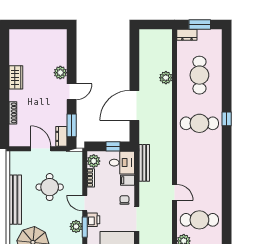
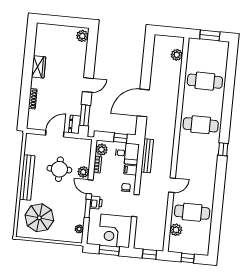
dresser: (187, 35) -> (197, 44), removed
plant: (60, 73) -> (82, 36), moved
cafe table: (199, 75) -> (205, 81), turned 90
plant: (166, 78) -> (177, 55), moved
window: (227, 119) -> (223, 149), moved
door: (41, 149) -> (55, 134), hinge flipped
door: (175, 192) -> (172, 185), hinge flipped
plant: (76, 226) -> (83, 172), moved

